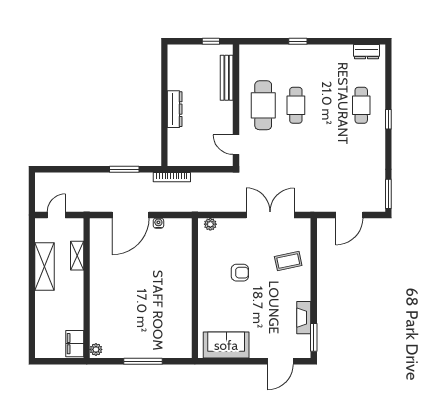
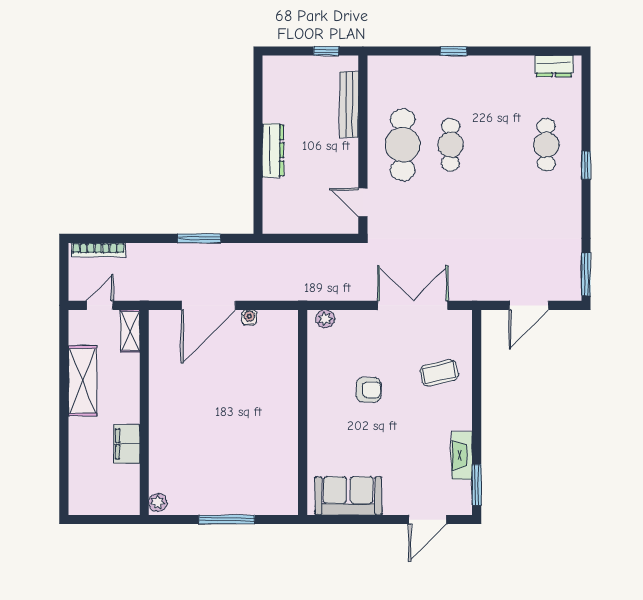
bookcase: (172, 177) -> (98, 250), moved
shelving: (77, 256) -> (130, 331), moved
filing cabinet: (75, 344) -> (127, 444), moved

